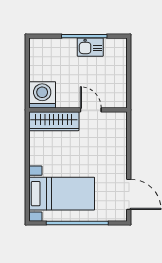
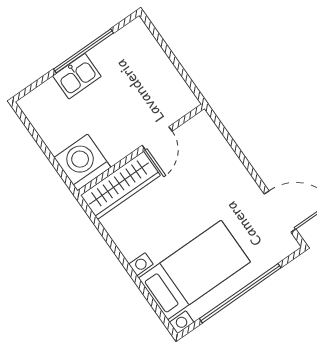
kitchen sink: (90, 47) -> (77, 76), moved
door: (91, 110) -> (157, 138), swing flipped

